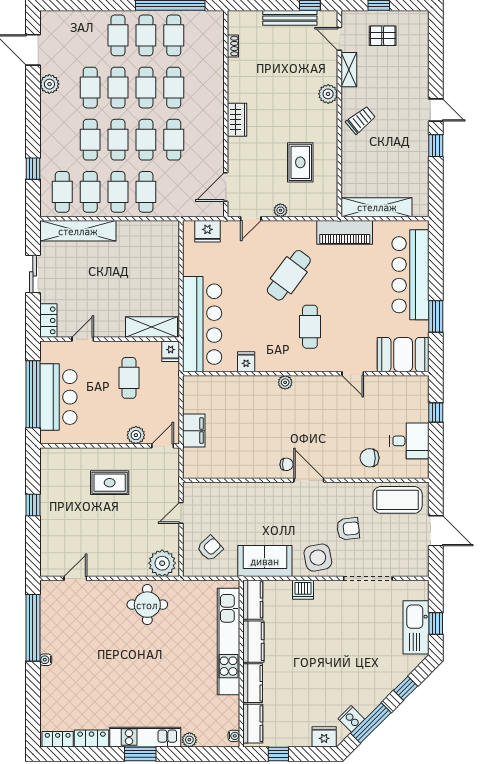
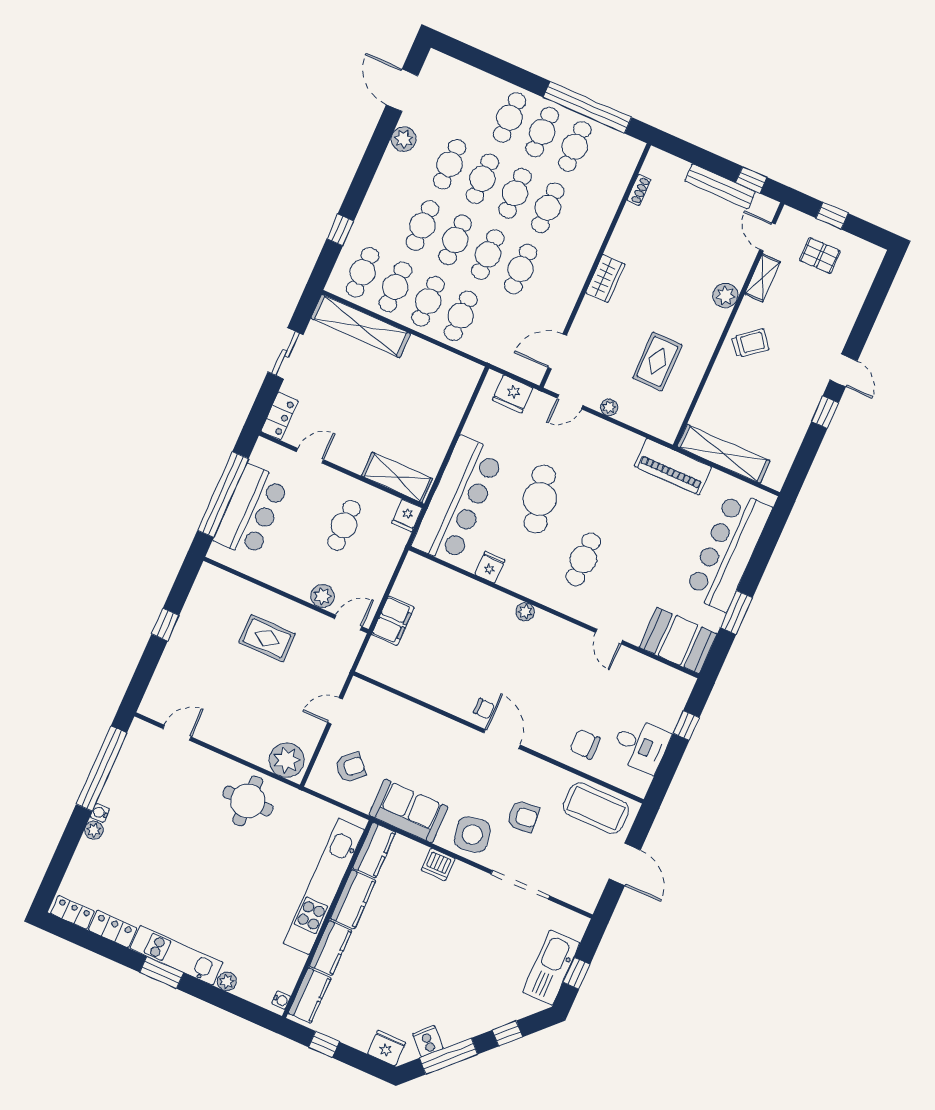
cafe table: (289, 275) -> (540, 499), moved, turned -51
plant: (47, 674) -> (94, 830), added

